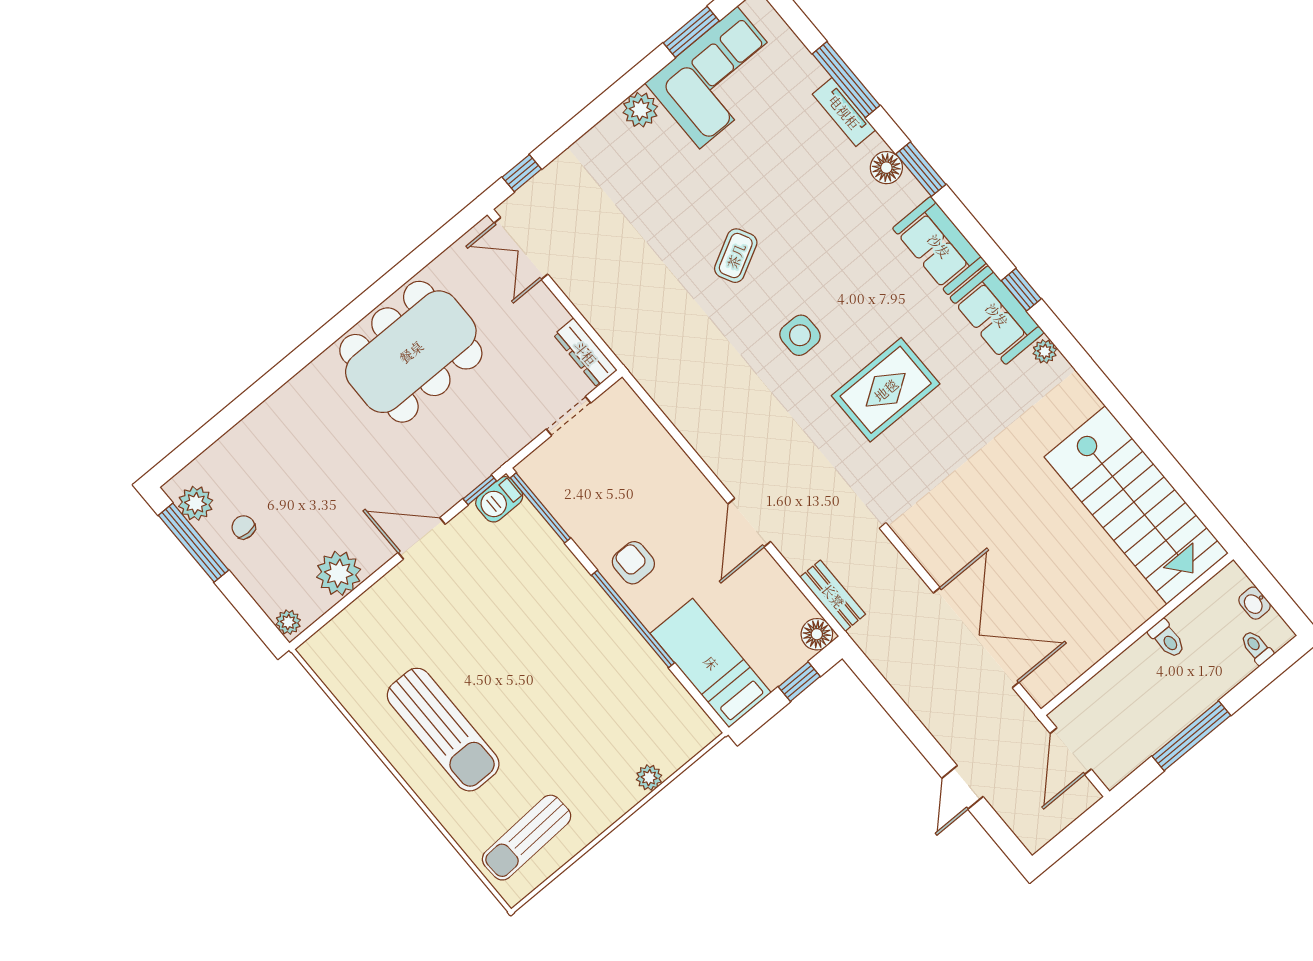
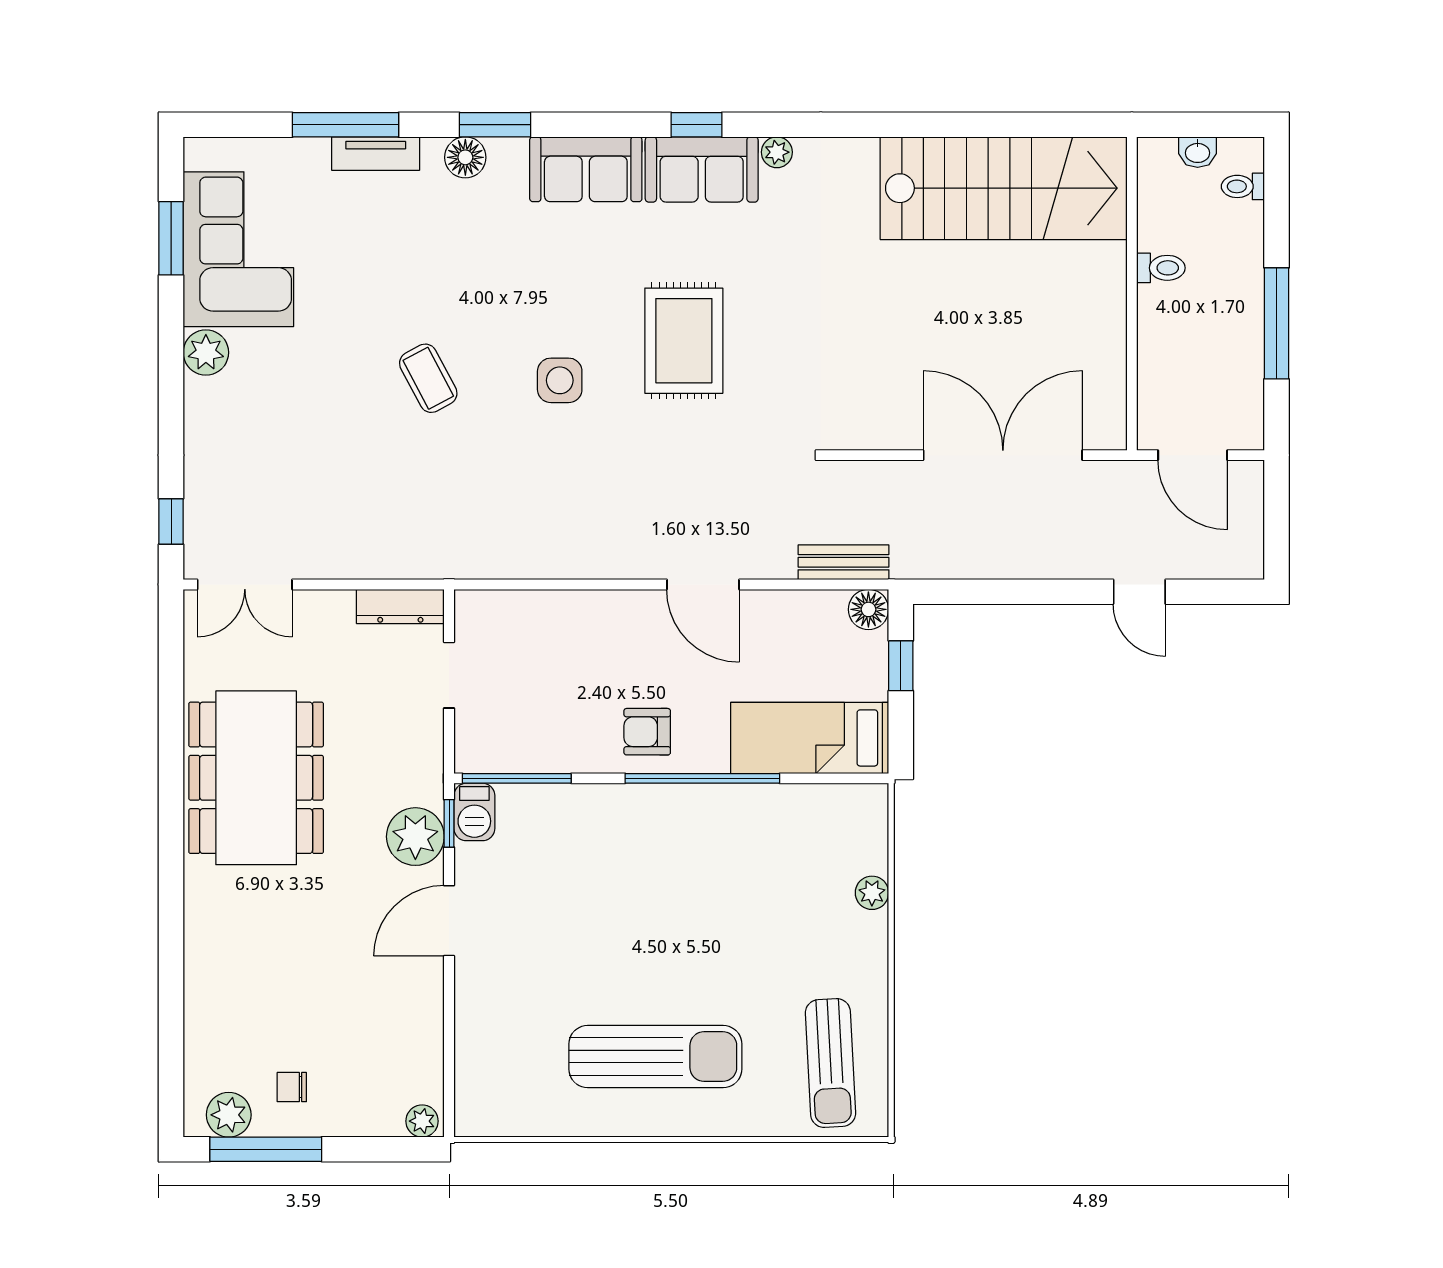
plant: (339, 573) -> (415, 837), moved

